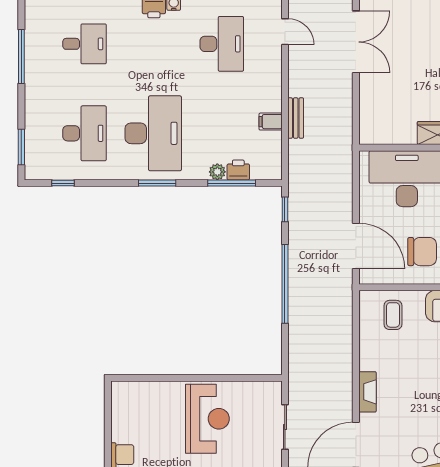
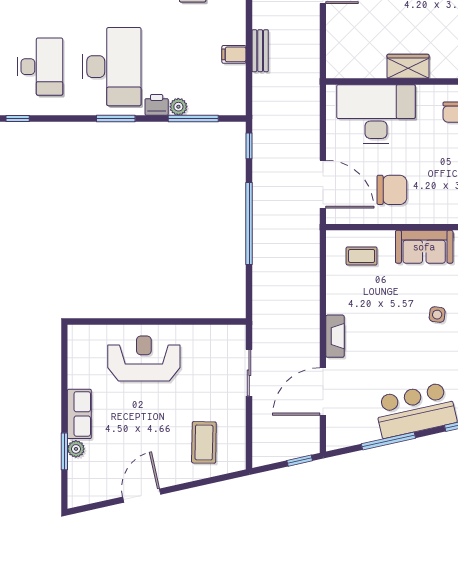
printer: (238, 170) -> (157, 105), moved
coffee table: (393, 315) -> (362, 256), turned 90
reception desk: (207, 419) -> (144, 359), moved, turned -90

